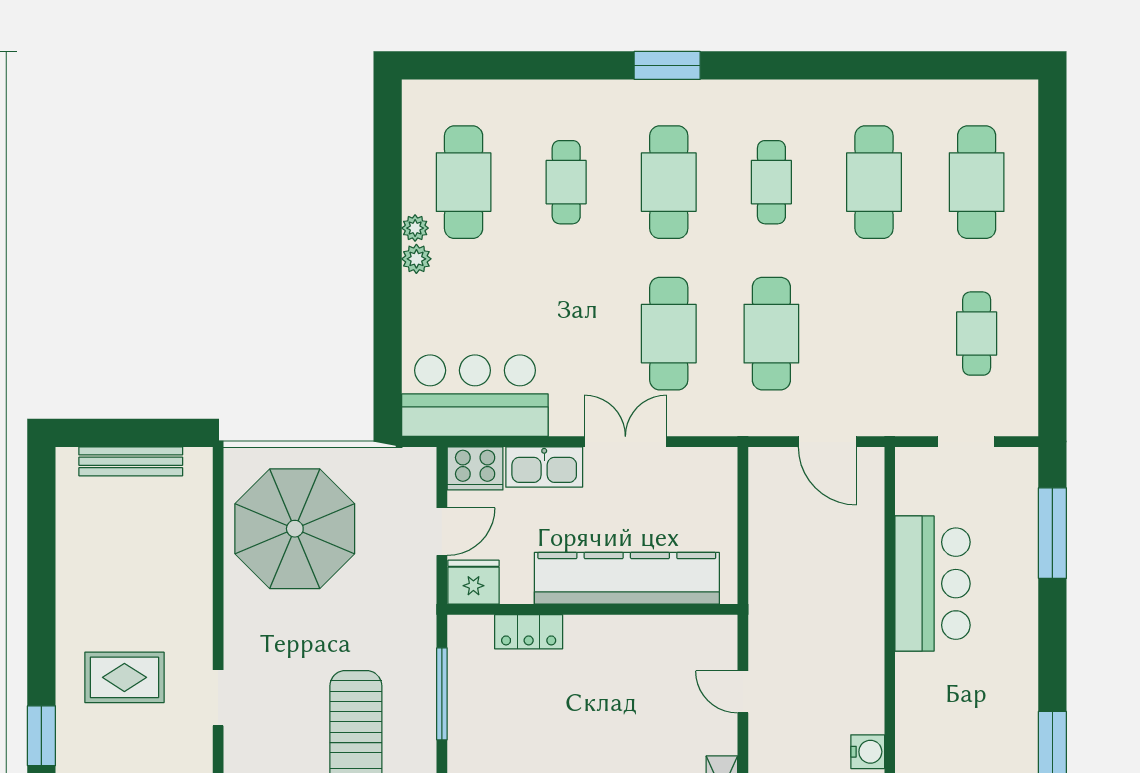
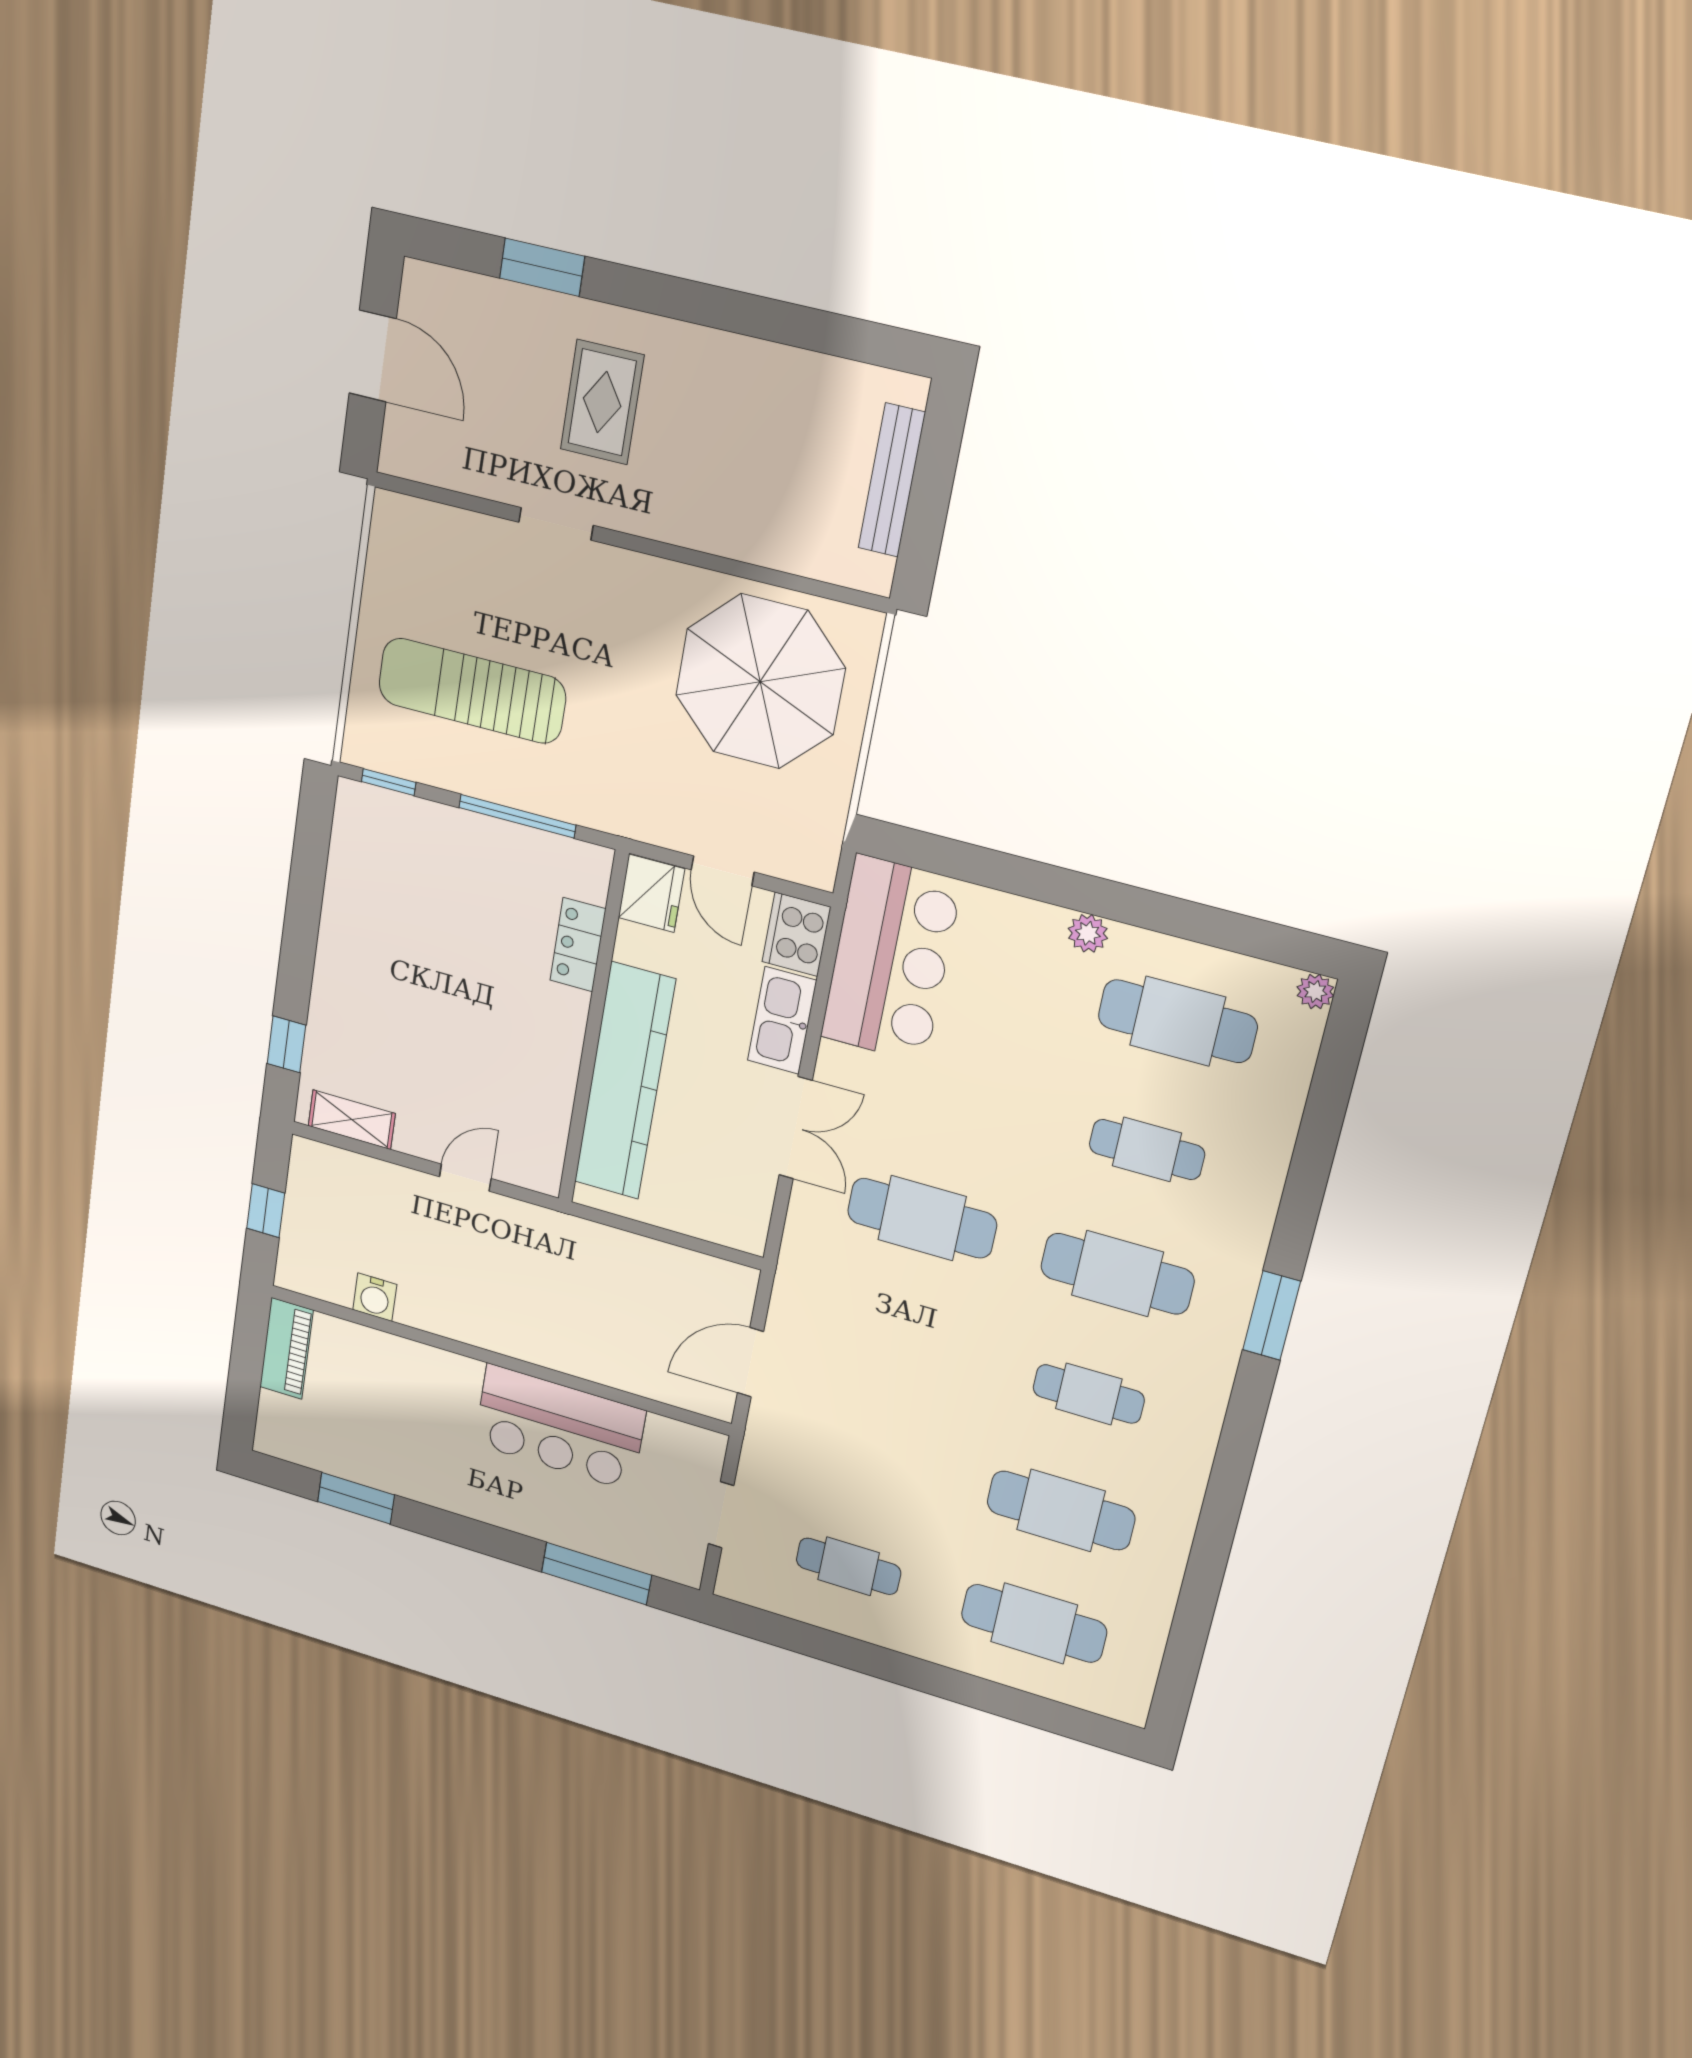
plant: (415, 228) -> (1315, 991), moved
cafe table: (771, 334) -> (897, 1338), removed

